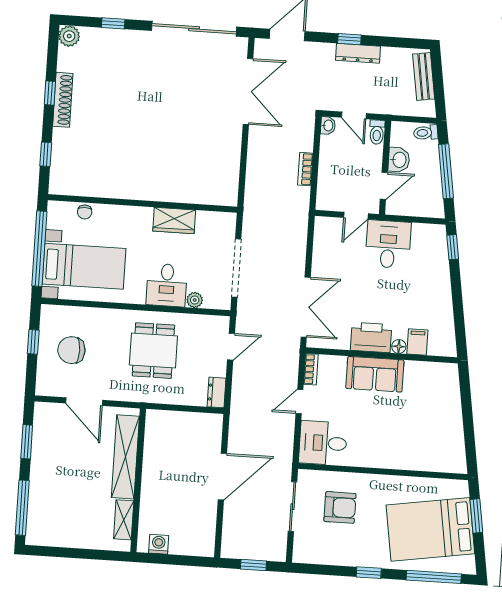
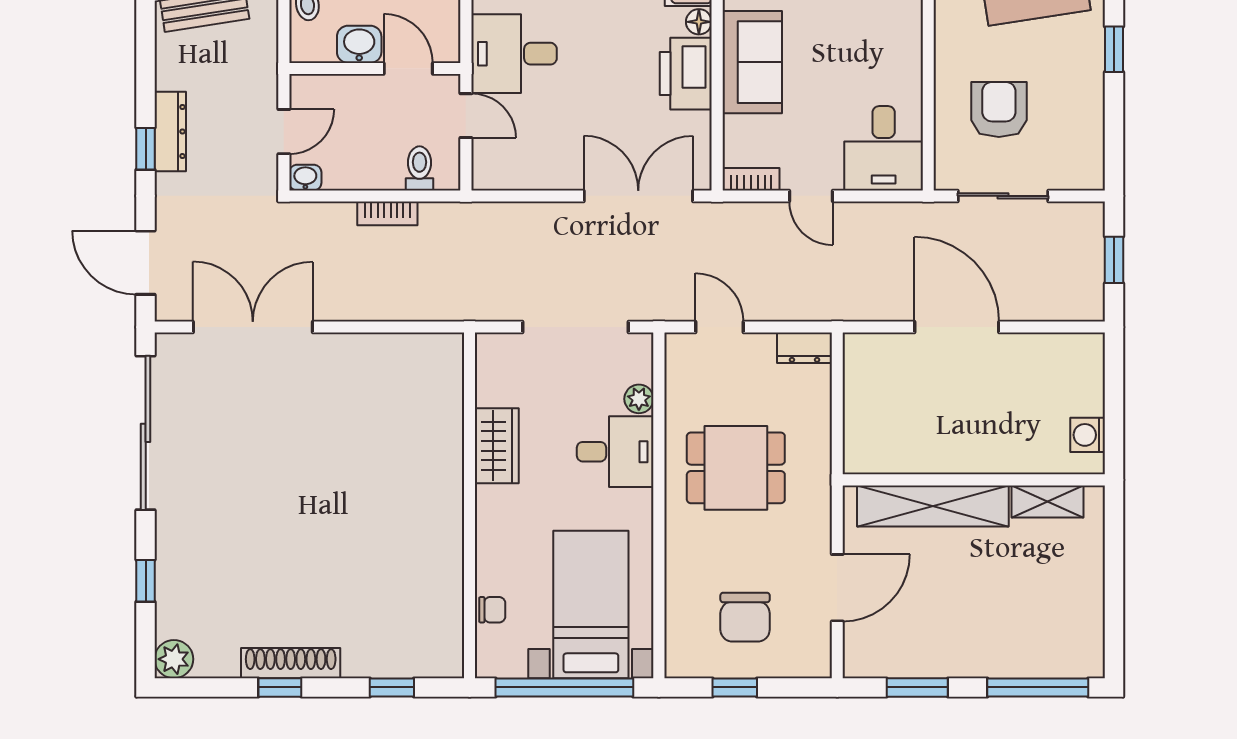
toilet: (377, 132) -> (419, 168), moved, turned -90

